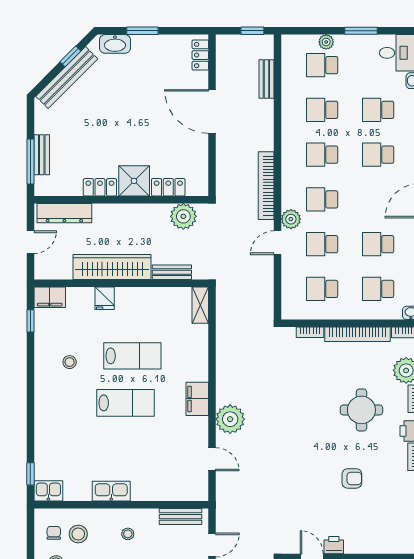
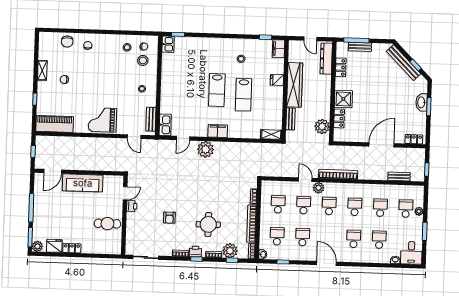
washbasin: (115, 44) -> (421, 102), moved
locker: (100, 187) -> (341, 67), moved
kitchen sink: (111, 491) -> (165, 125), moved

